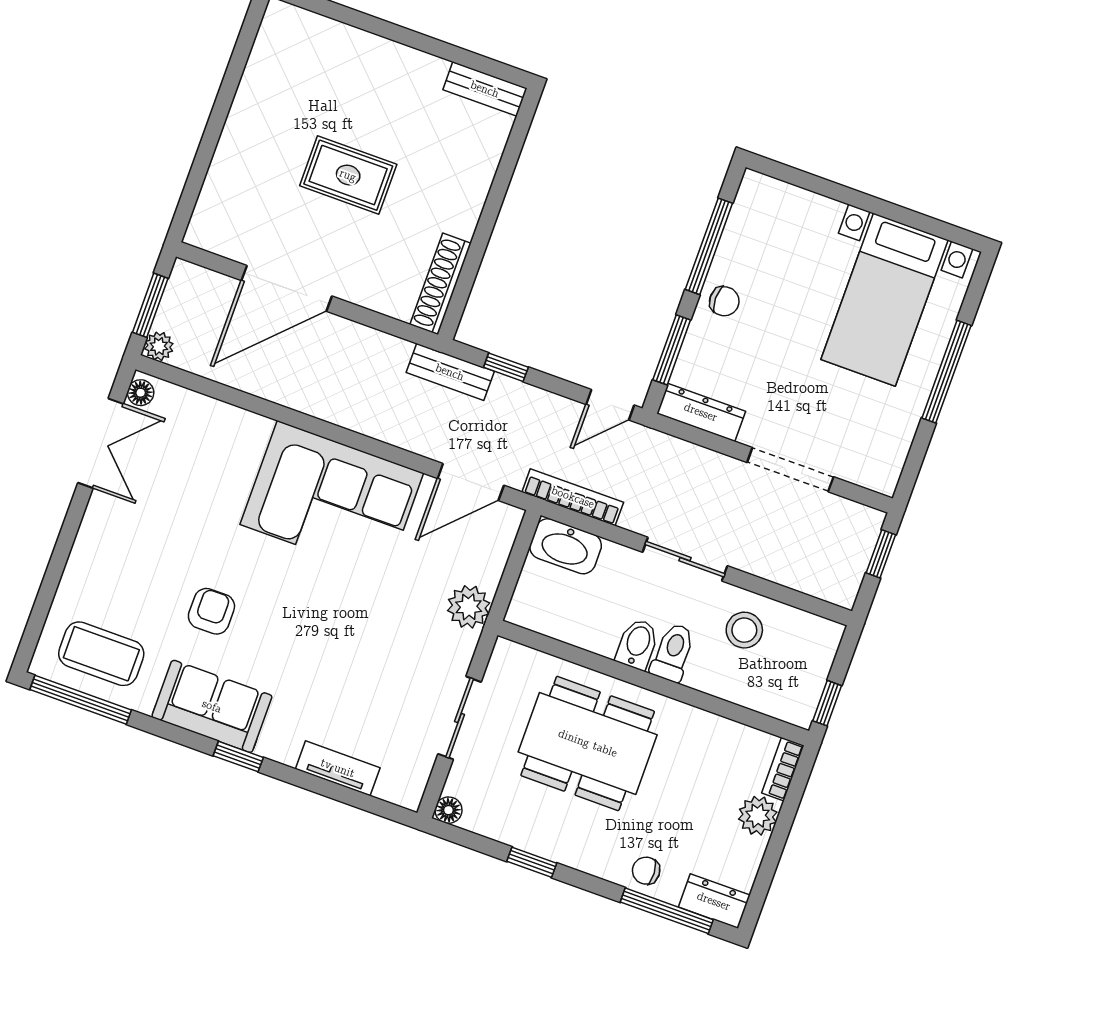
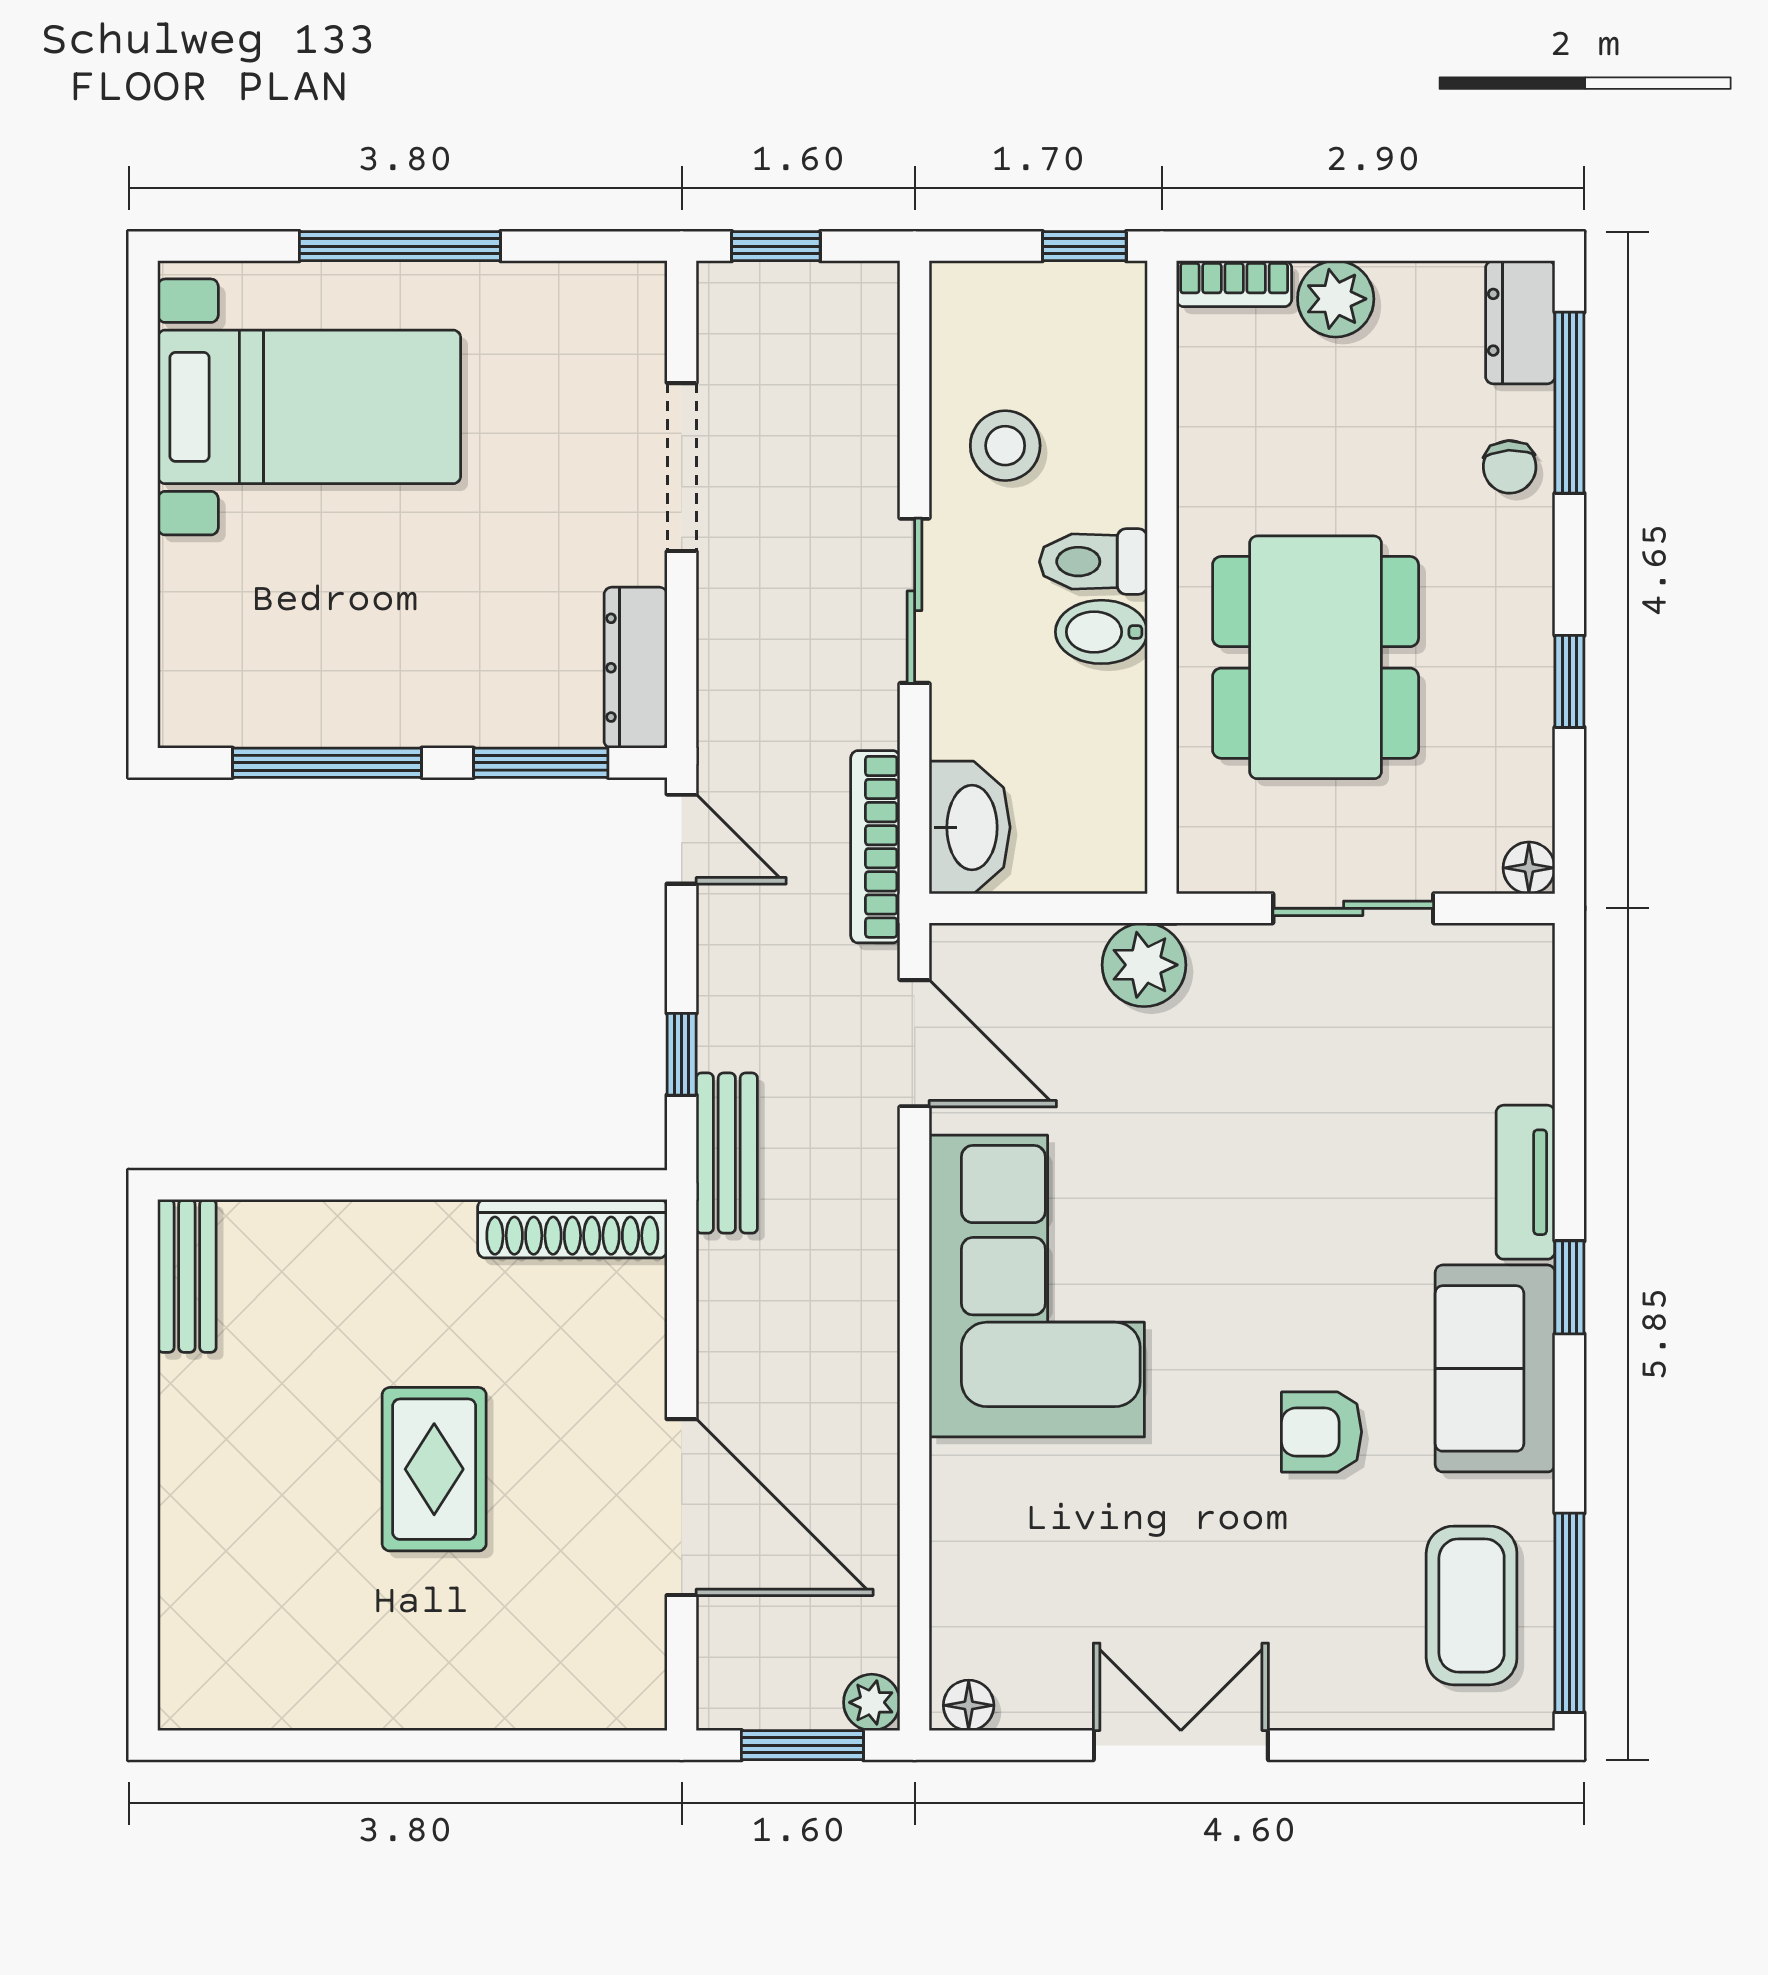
chair: (724, 301) -> (417, 699), removed
double door: (101, 443) -> (1181, 1745), moved
tv unit: (338, 768) -> (1525, 1182), moved

